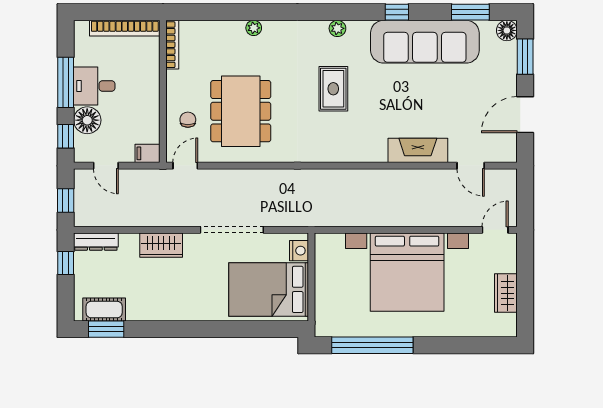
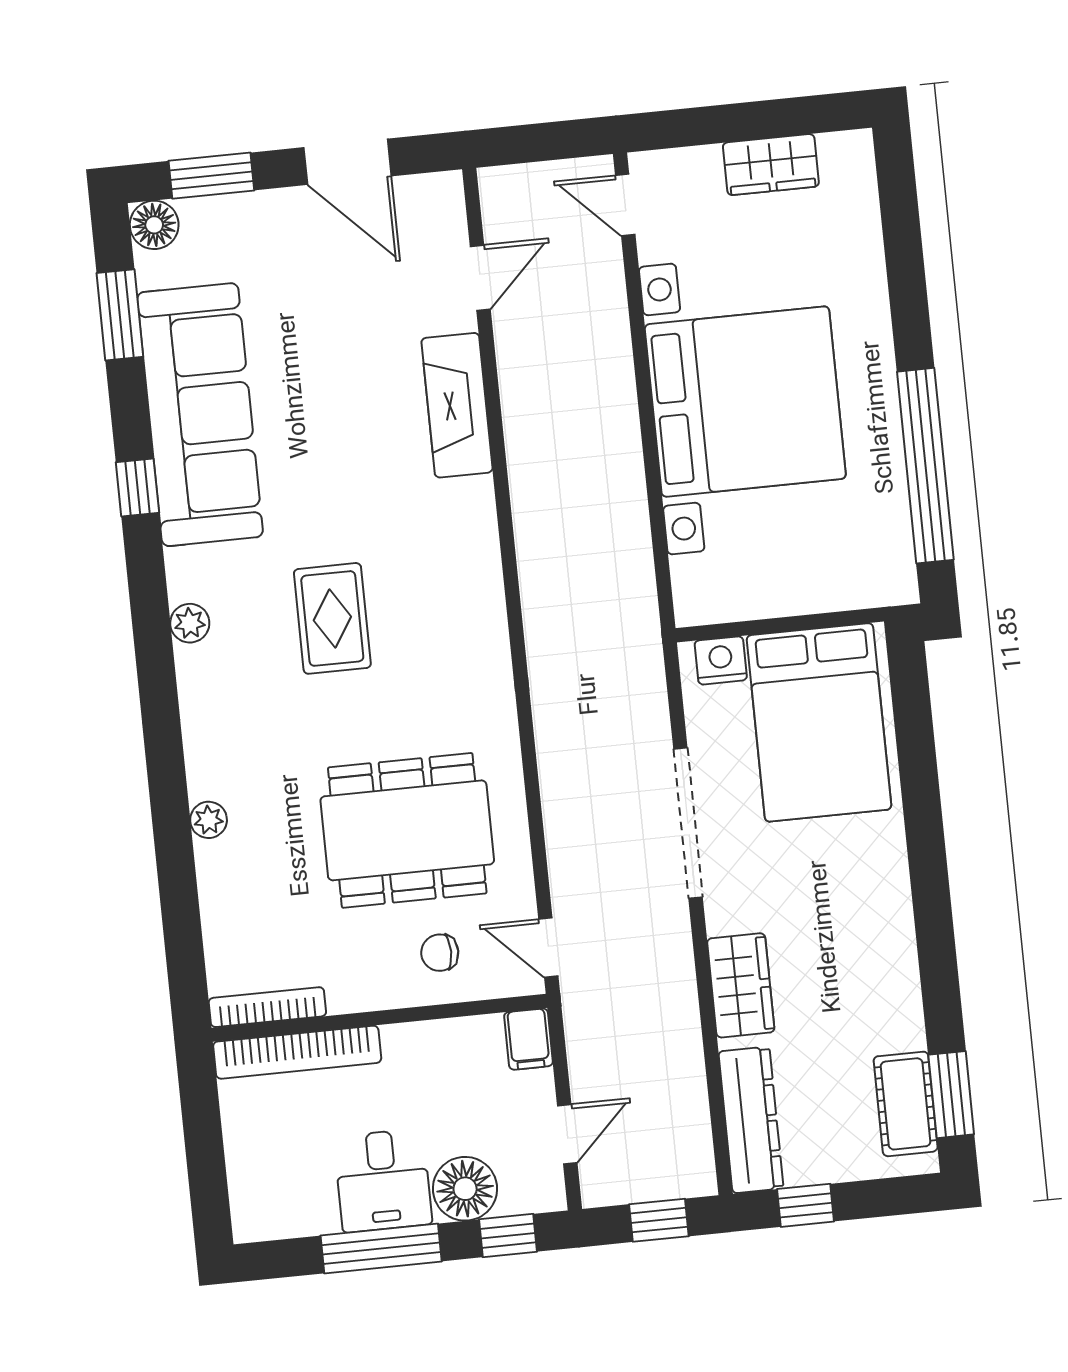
bookcase: (125, 28) -> (297, 1052), moved, turned 90
rug: (333, 89) -> (332, 618), turned 90
dresser: (96, 242) -> (751, 1120), width x1.37, depth x1.24

